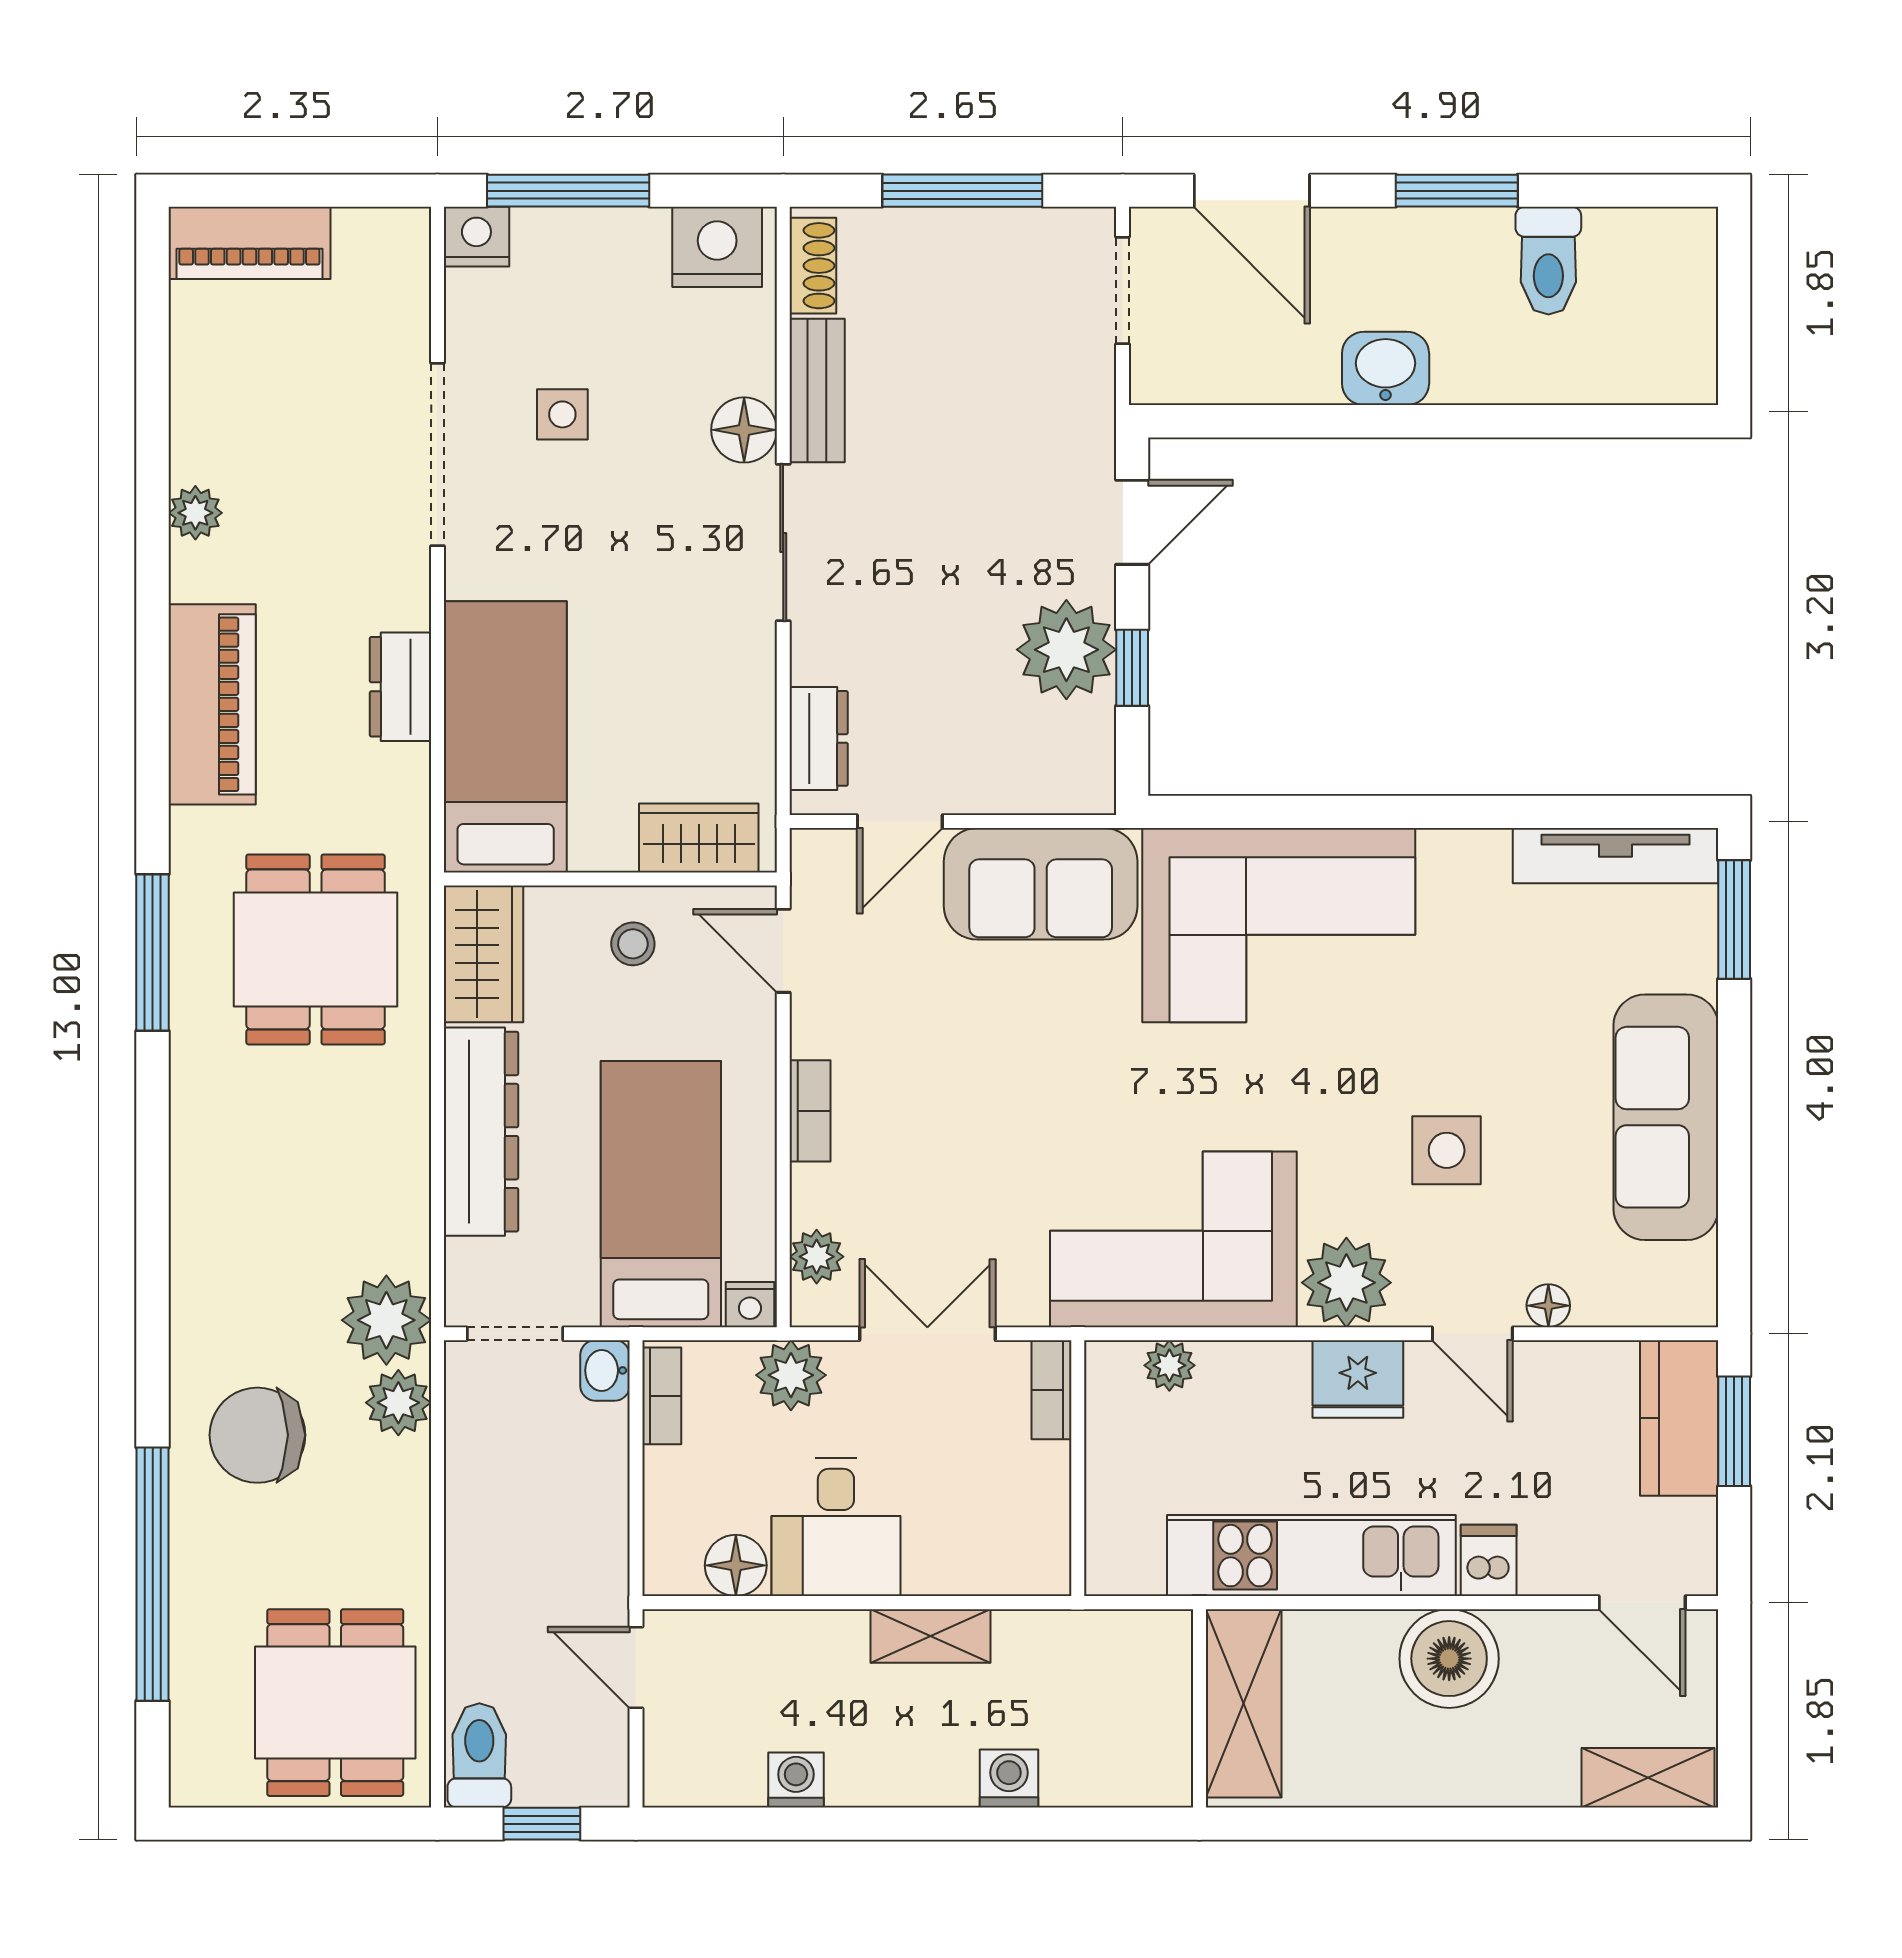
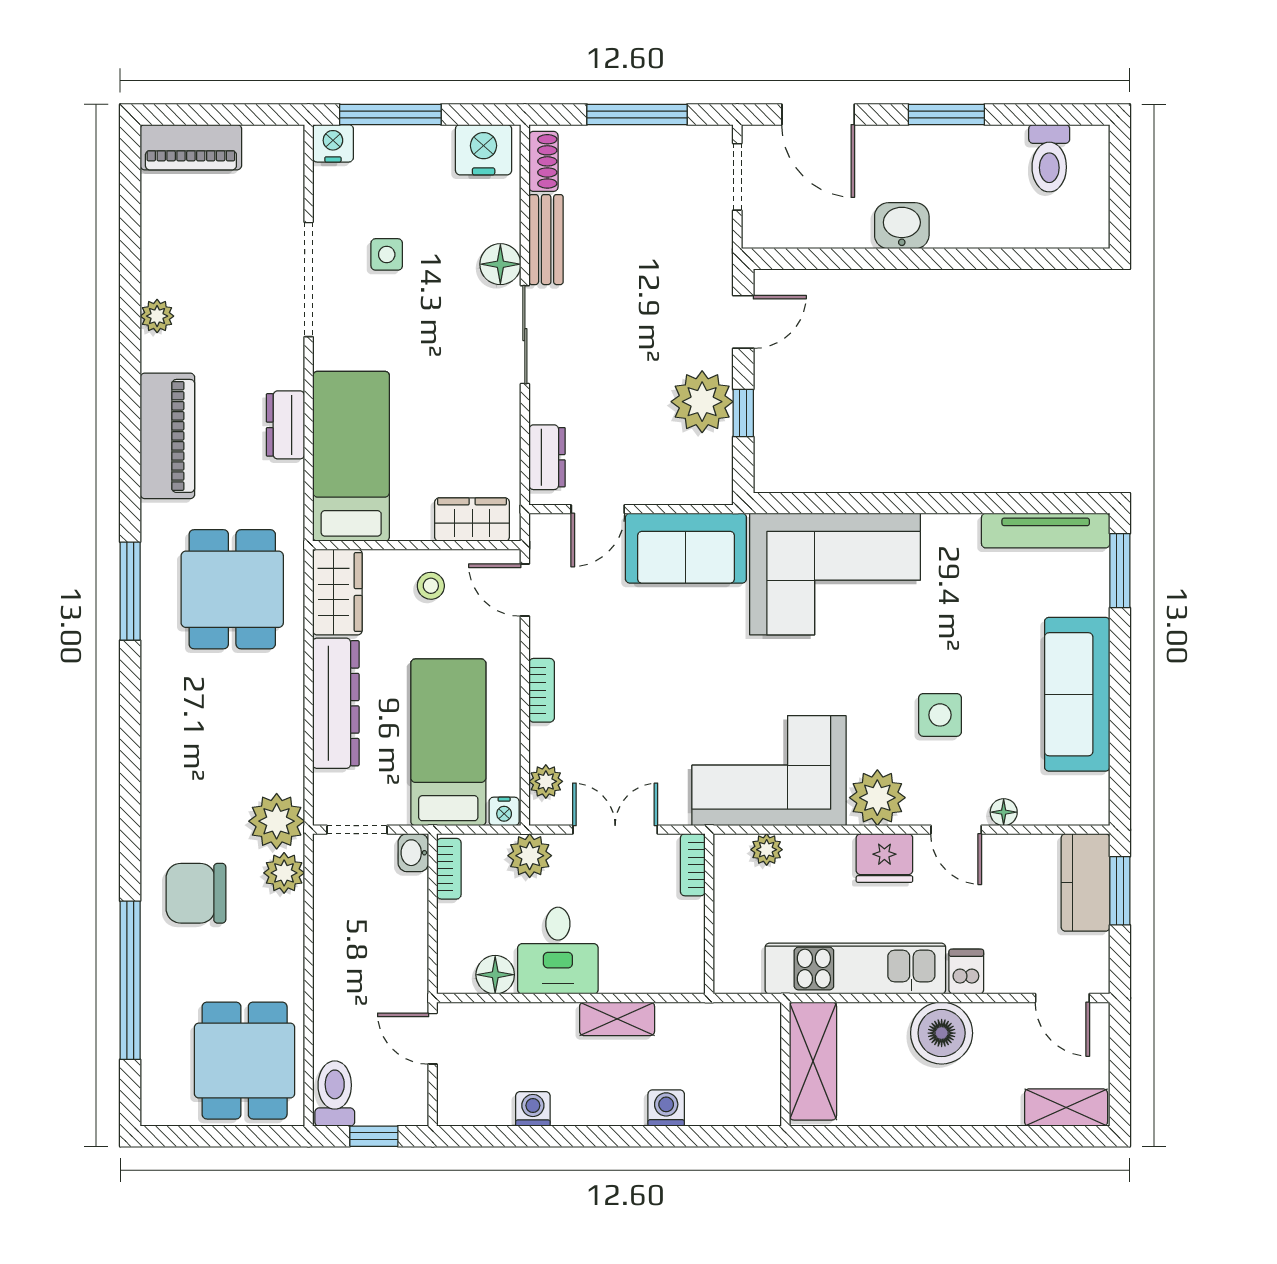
toilet: (1548, 261) -> (1049, 158), moved

